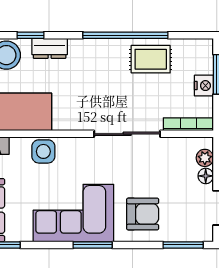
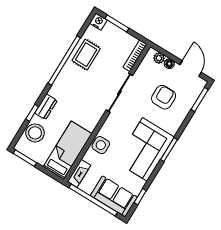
nightstand: (204, 86) -> (98, 22), moved
armchair: (143, 214) -> (164, 97), moved

